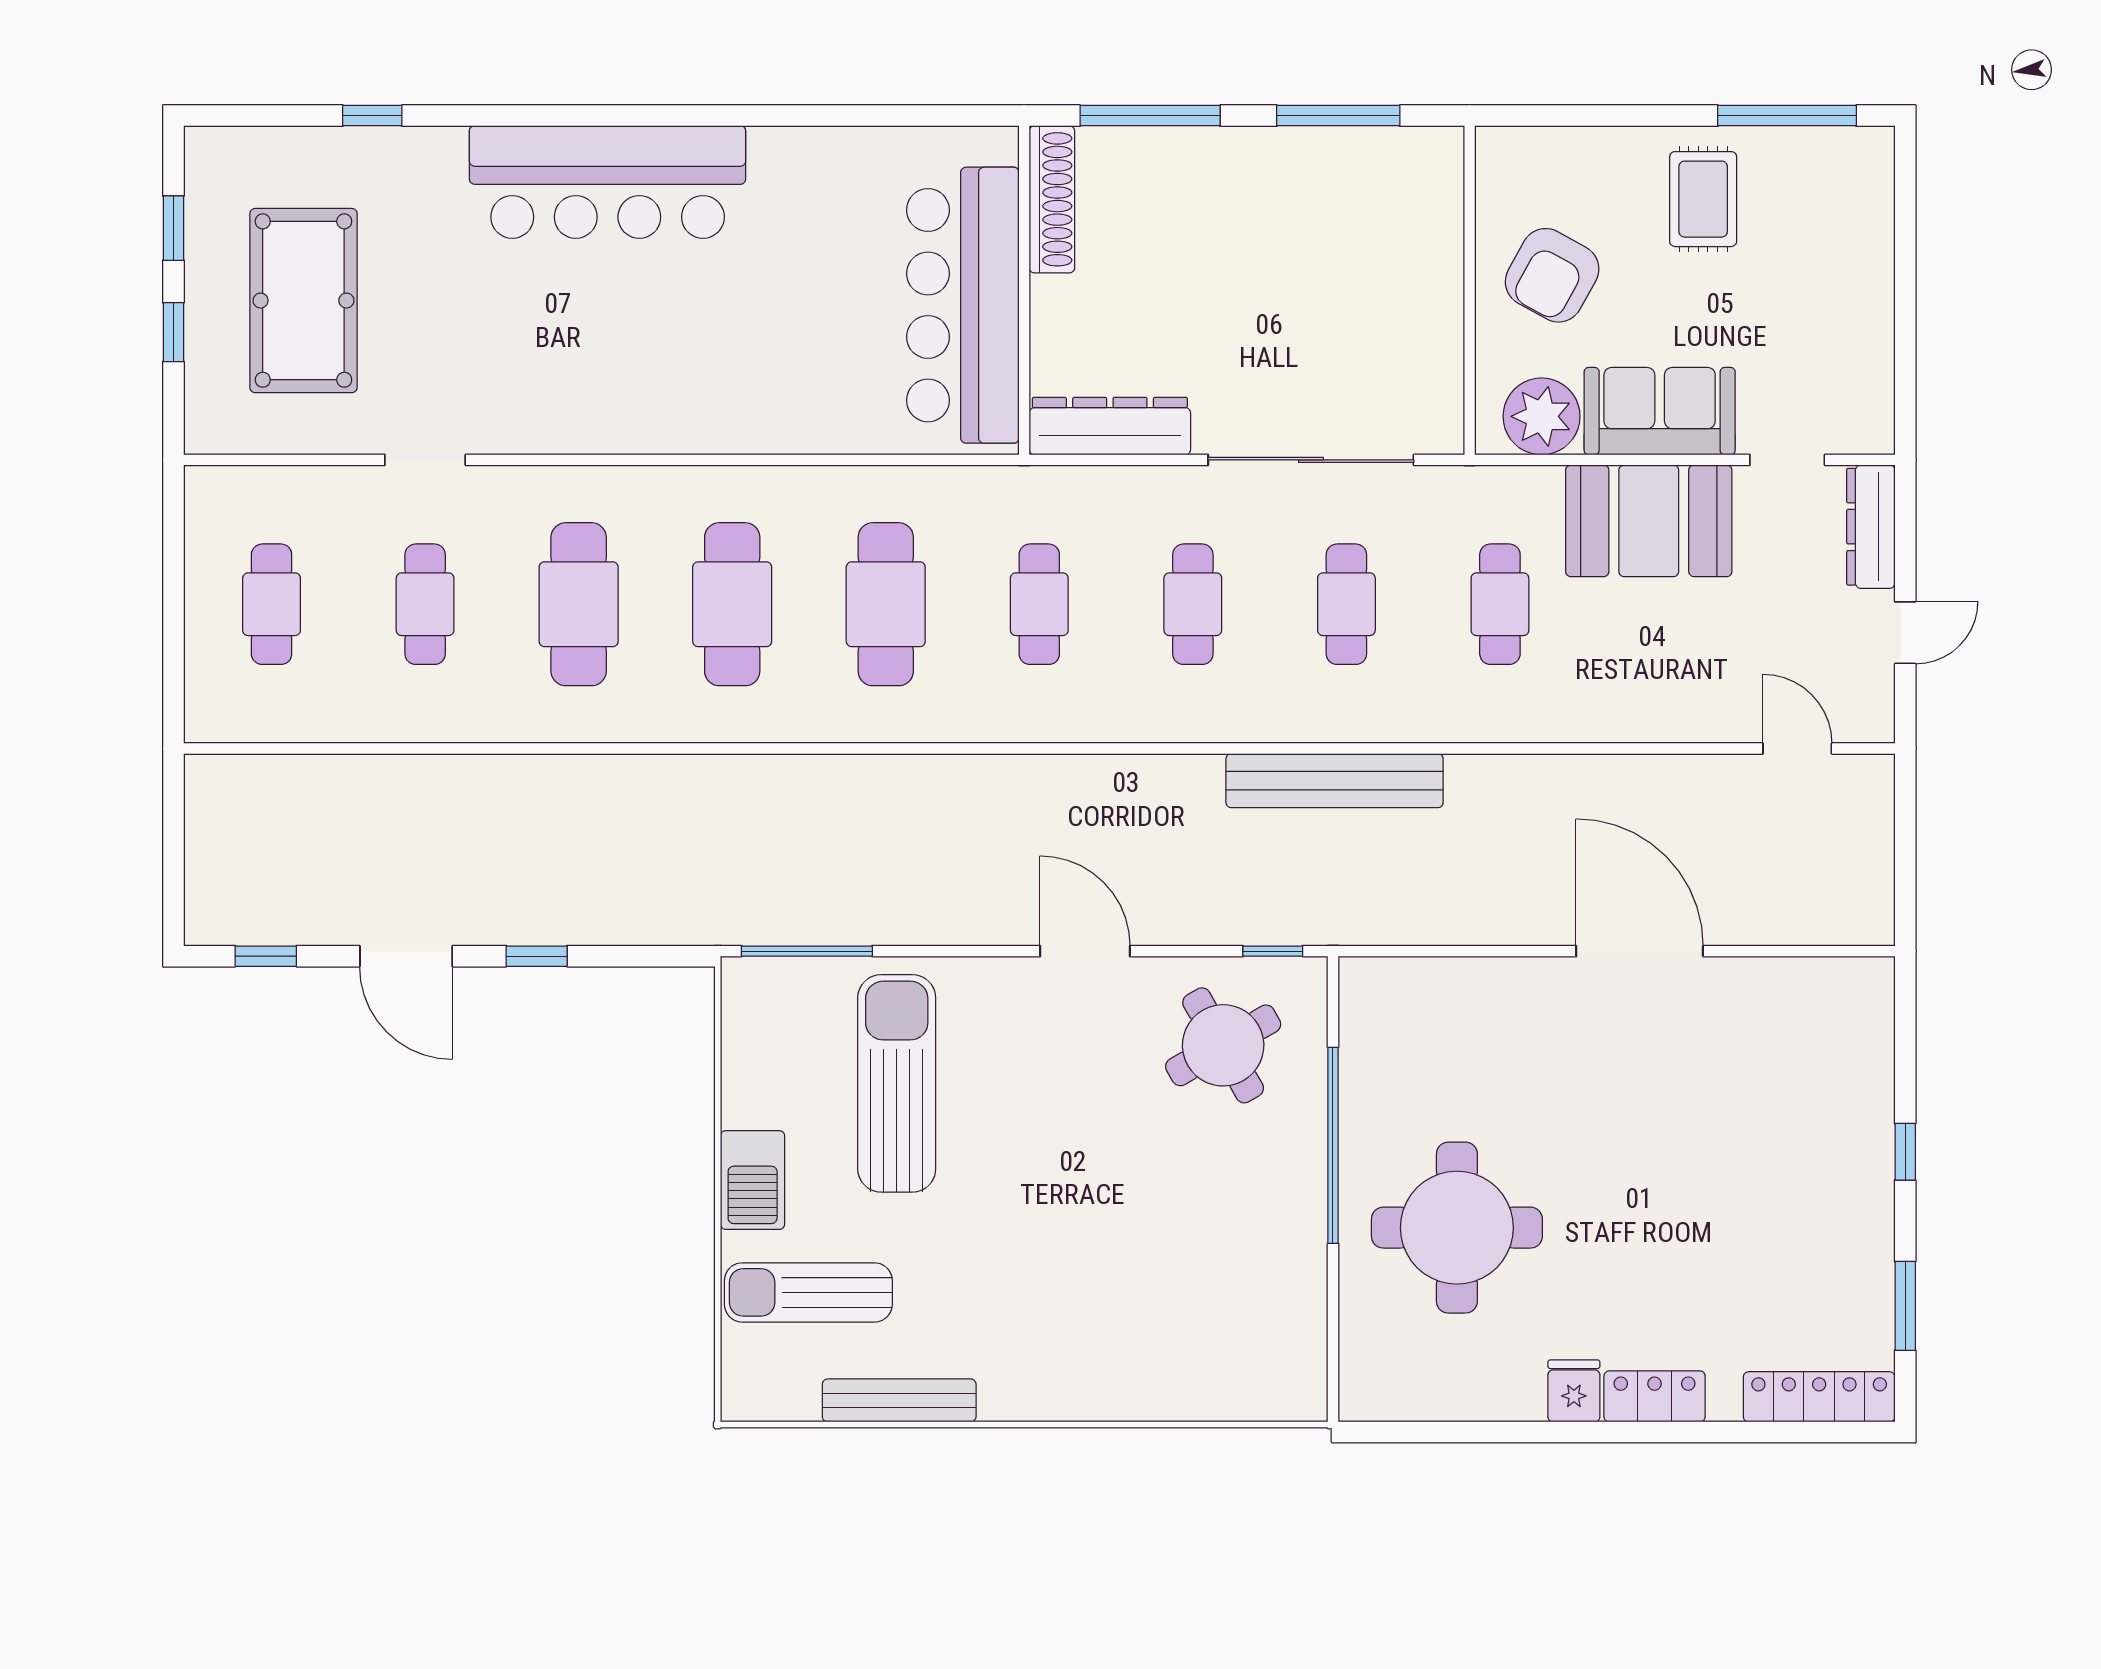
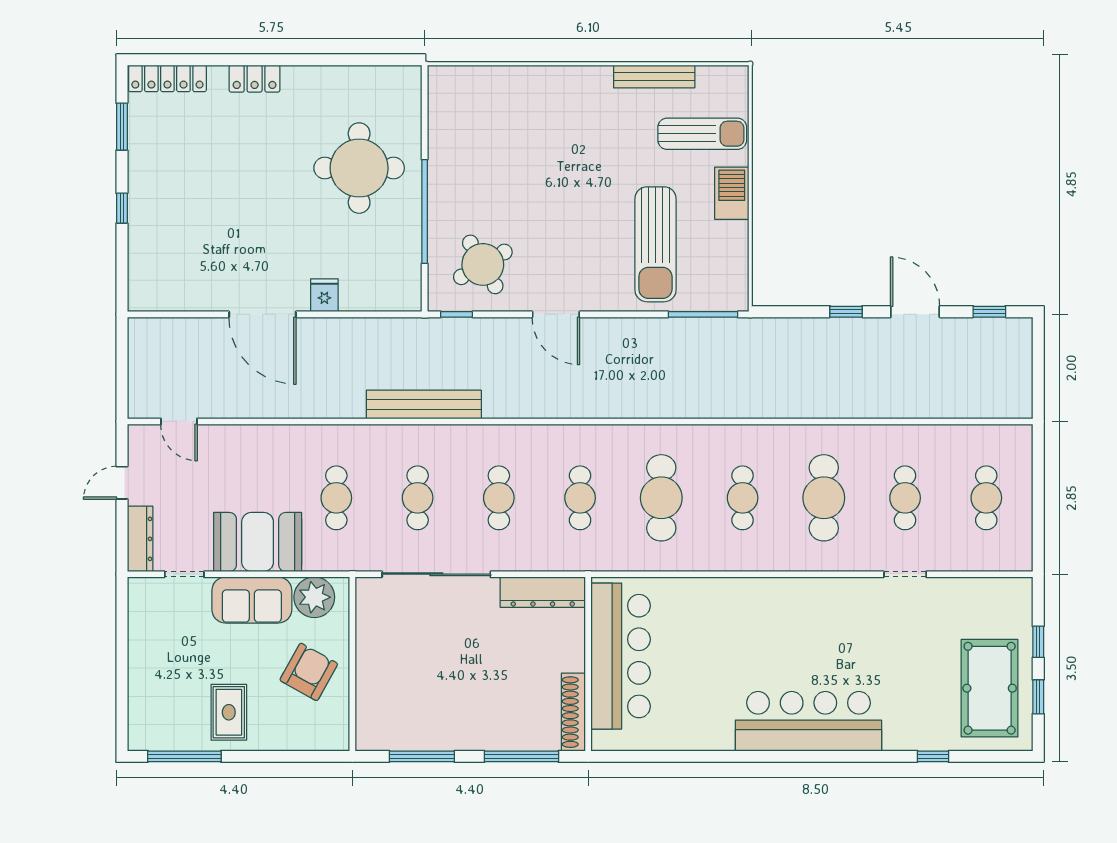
pool table: (303, 301) -> (990, 688), moved
cafe table: (732, 604) -> (743, 498), width x0.73, depth x0.74
fridge: (1574, 1391) -> (324, 295), moved, turned 180

